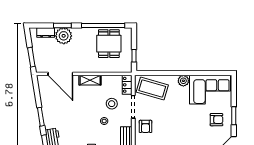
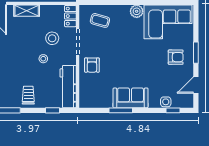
coffee table: (152, 89) -> (100, 20), width x0.54, depth x0.58

